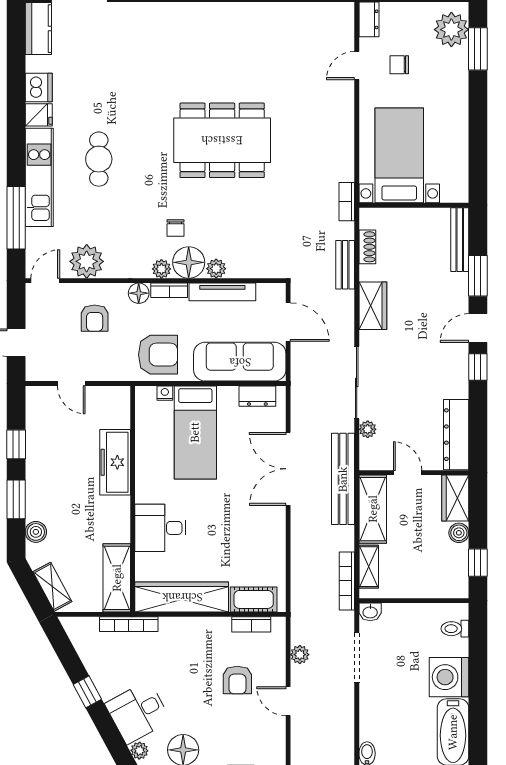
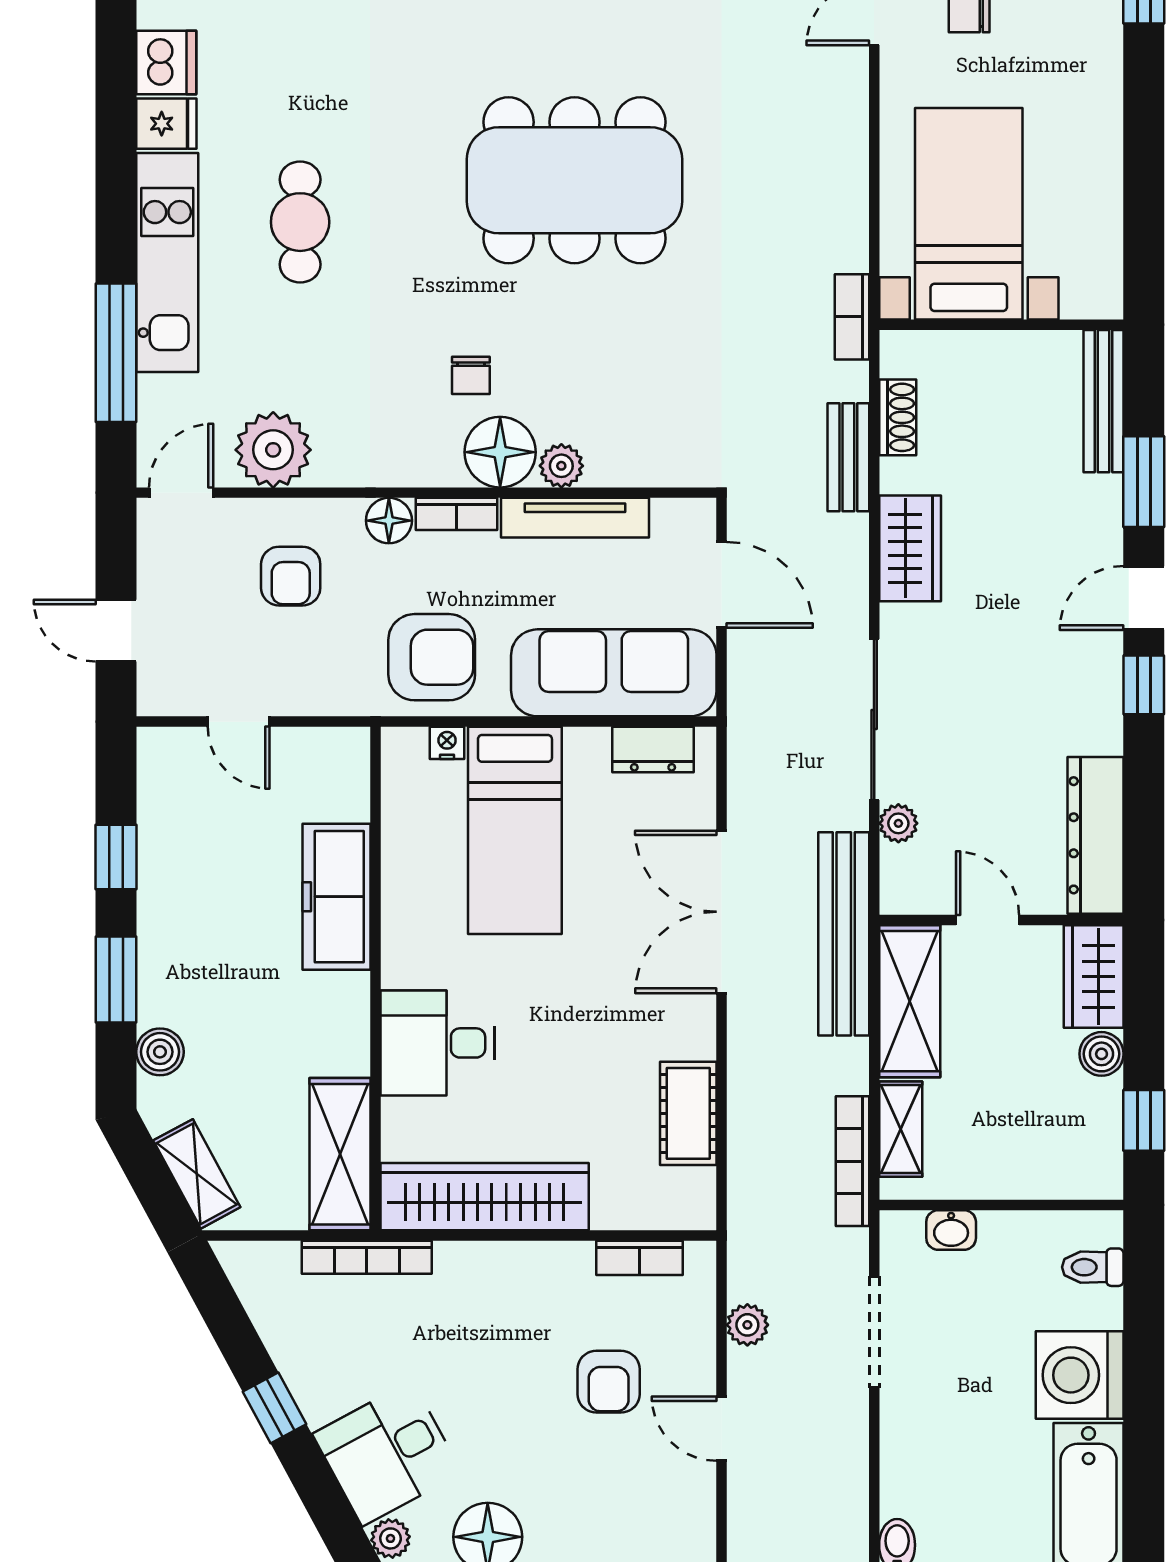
plant: (161, 269) -> (440, 466), removed
cot: (254, 599) -> (688, 1113), moved, turned 90
washbasin: (370, 612) -> (951, 1230), moved

